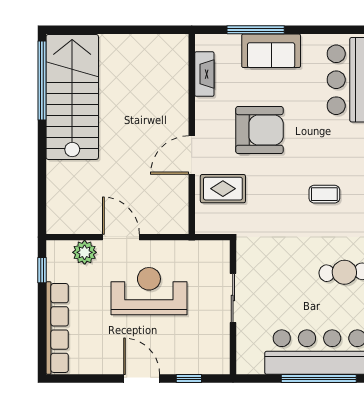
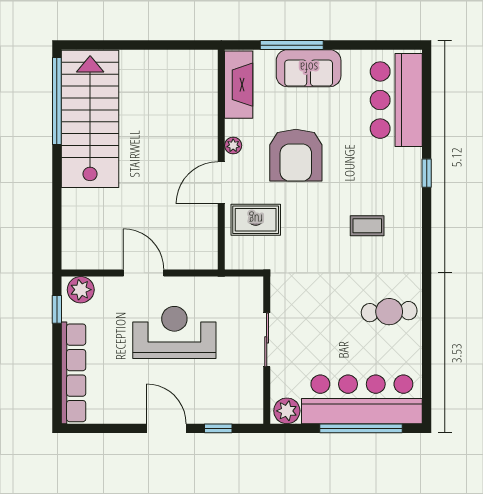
fireplace: (204, 74) -> (239, 85), width x1.37, depth x1.32
plant: (202, 121) -> (233, 145), added
armchair: (259, 130) -> (296, 155), turned 90
plant: (85, 252) -> (81, 290), moved
plant: (251, 363) -> (287, 411), added

